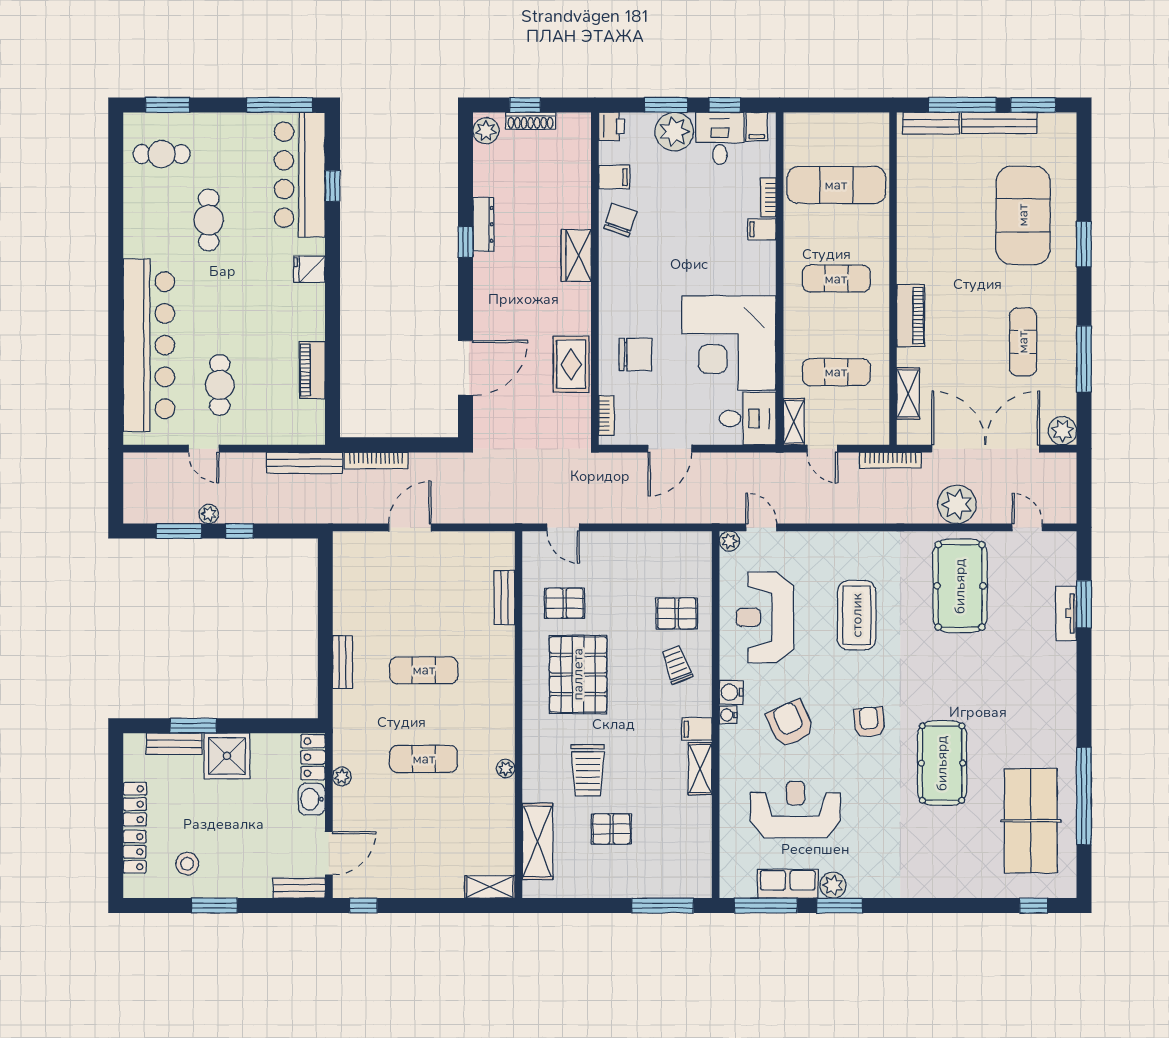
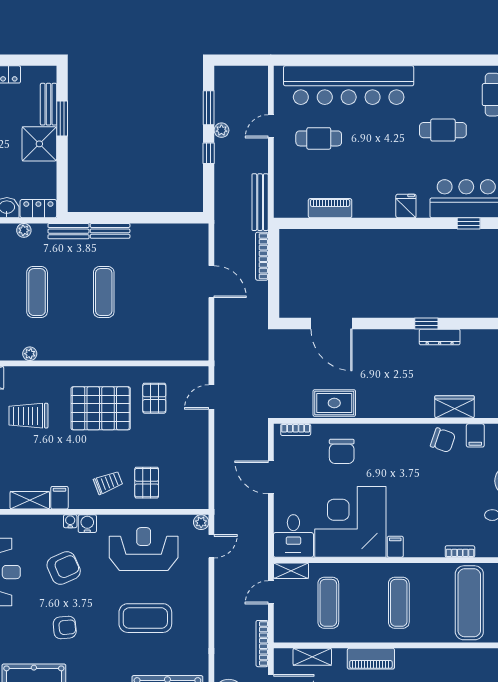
filing cabinet: (762, 229) -> (395, 547), moved
wardrobe: (576, 255) -> (455, 407), moved
bench: (504, 598) -> (68, 231), moved

